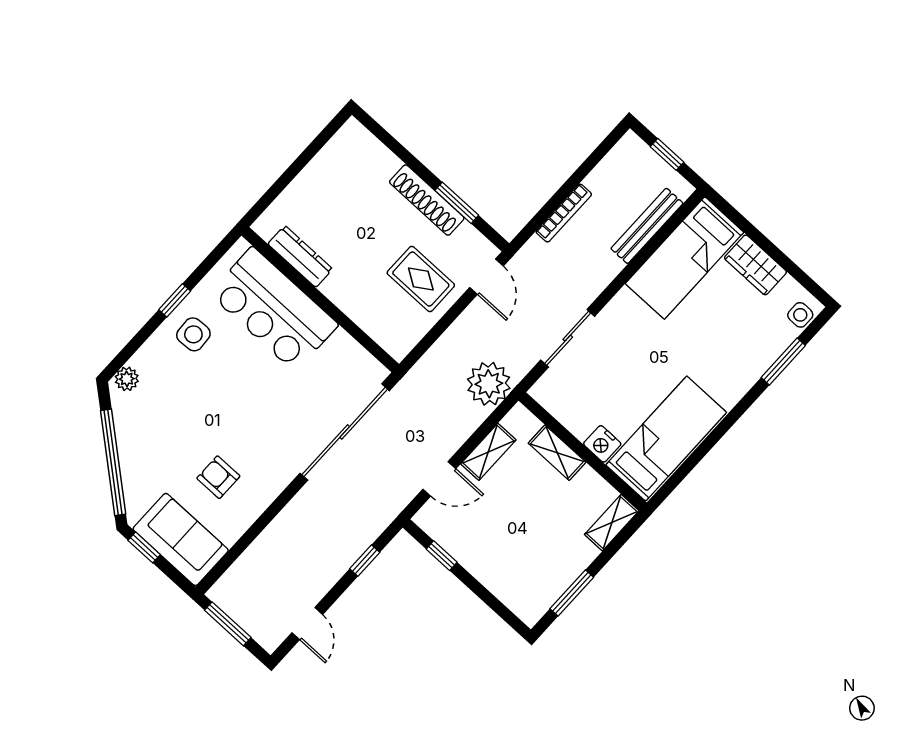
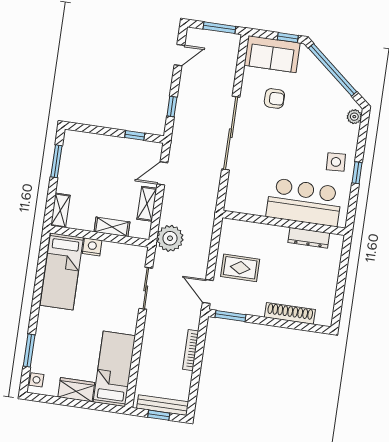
shoe rack: (427, 200) -> (290, 313), moved
window: (457, 203) -> (231, 316), moved
bench: (647, 226) -> (163, 405), moved, turned 90
sliding door: (345, 432) -> (231, 133), moved
door: (307, 624) -> (179, 55), swing flipped

